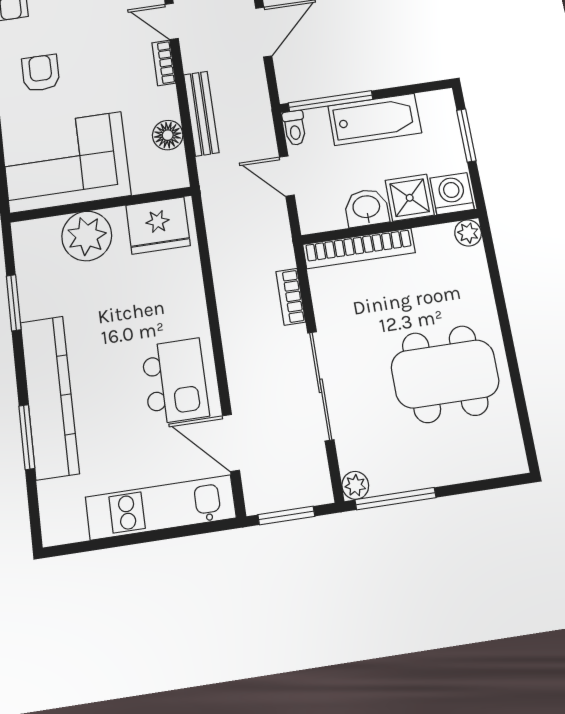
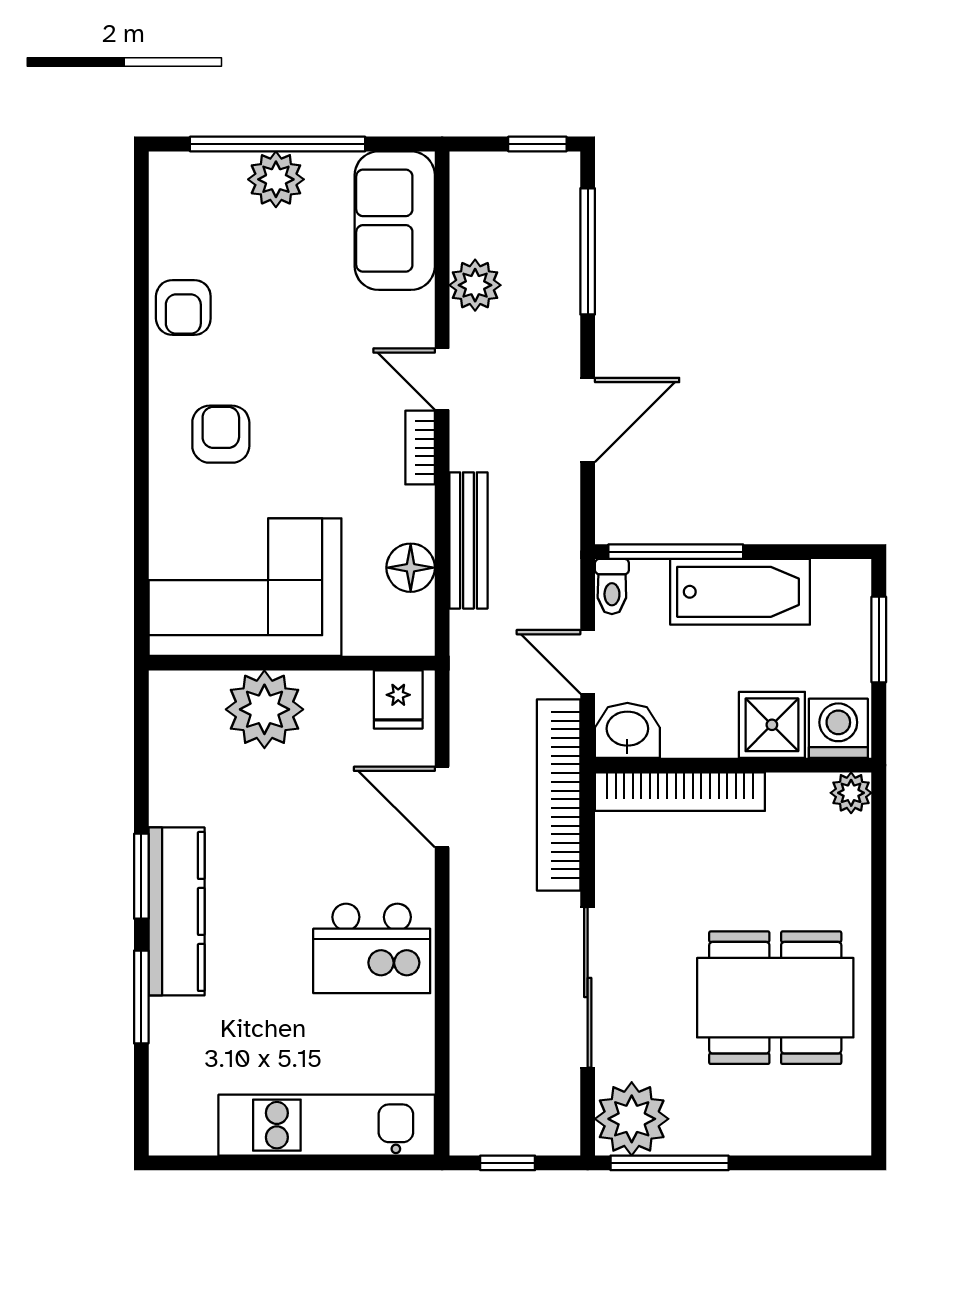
washbasin: (366, 208) -> (627, 730), moved
fridge: (158, 225) -> (398, 699), width x0.53, depth x0.75
bookcase: (291, 297) -> (559, 795), width x2.31, depth x1.31
window: (14, 303) -> (141, 876), moved
kitchen island: (175, 381) -> (372, 948), turned 90
kitchen counter: (50, 397) -> (177, 911), width x0.72, depth x0.86
door: (231, 443) -> (442, 807), moved
plant: (355, 485) -> (632, 1119), width x1.87, depth x1.87
window: (286, 515) -> (508, 1163), width x0.67

